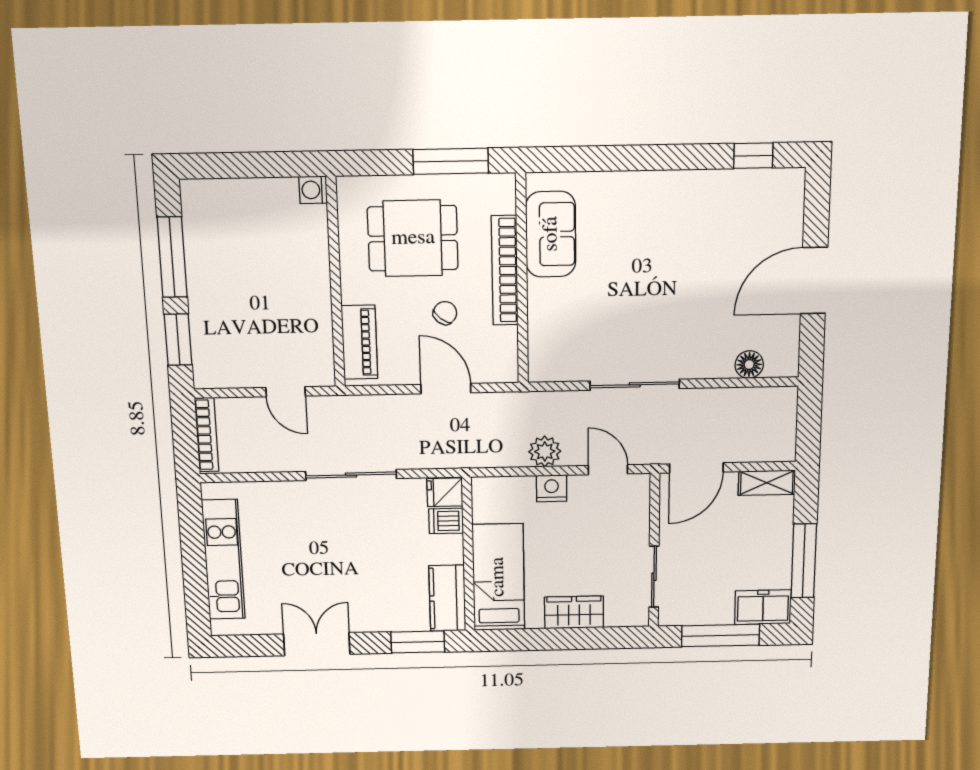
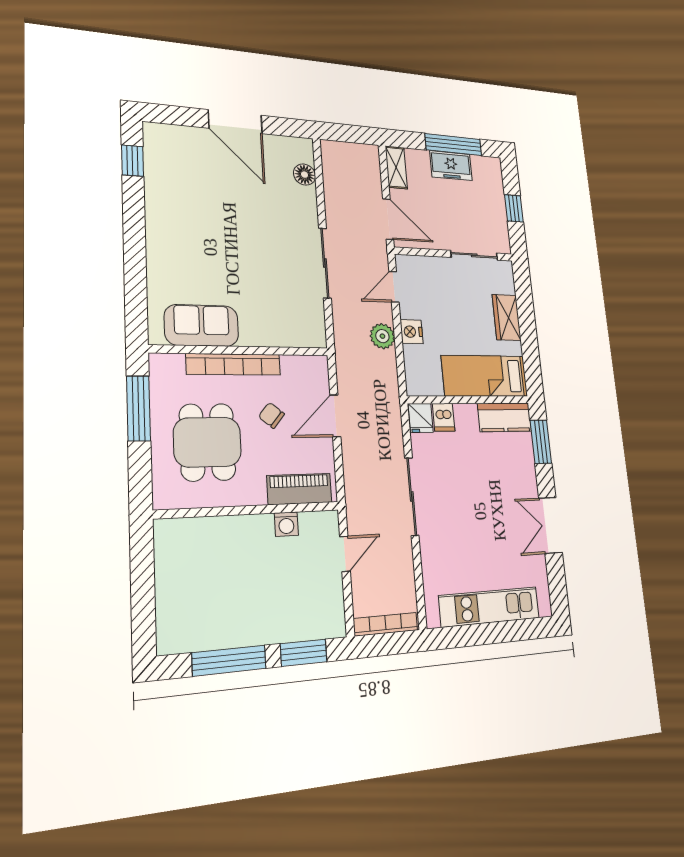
washing machine: (313, 190) -> (286, 524), moved
freezer: (763, 607) -> (451, 166), moved, turned -90
window: (721, 635) -> (514, 208), width x0.46

